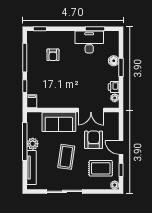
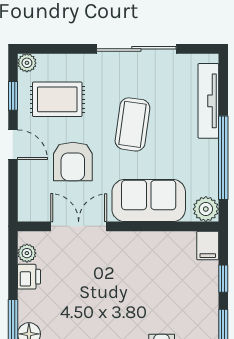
plant: (33, 144) -> (206, 209), moved

